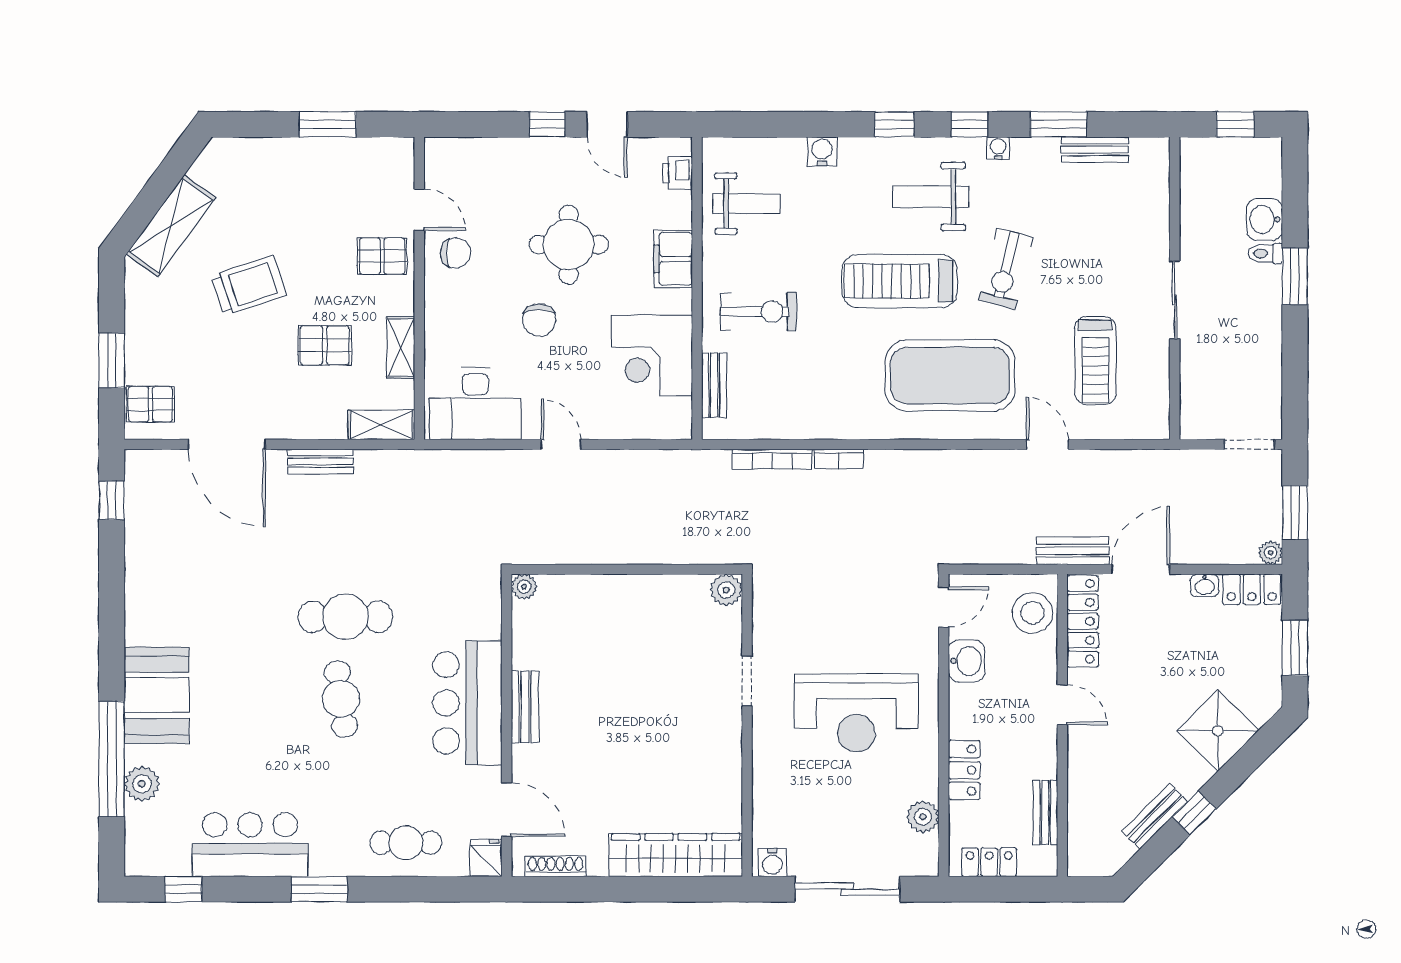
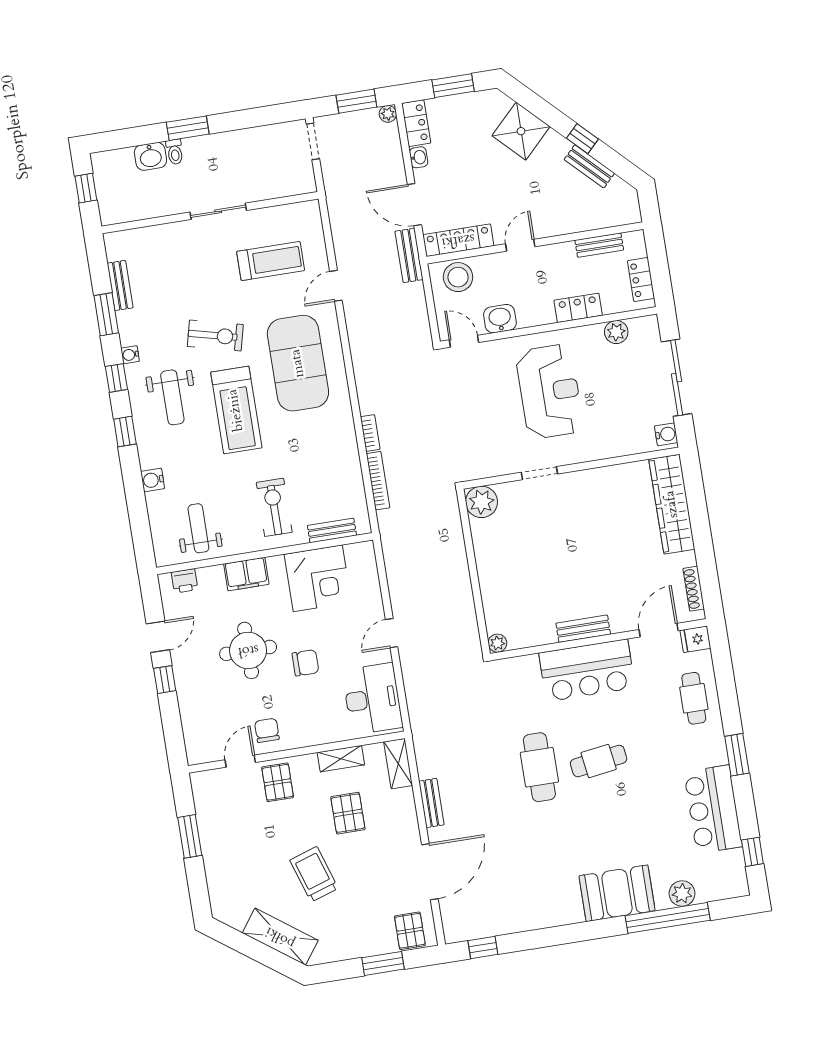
plant: (726, 590) -> (482, 502), width x1.36, depth x1.36

